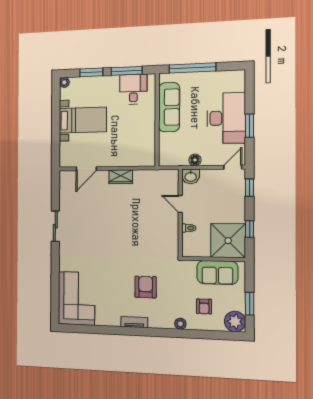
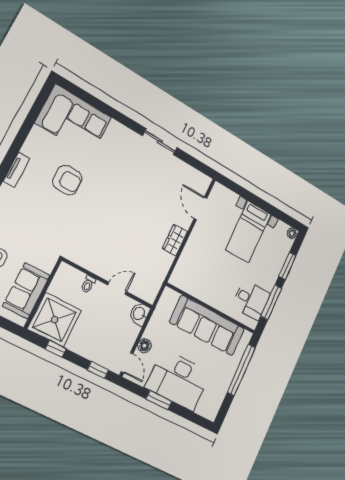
sofa: (169, 107) -> (207, 326), width x1.36, depth x1.27
floor lamp: (195, 160) -> (144, 346), moved
armchair: (146, 287) -> (67, 180), moved

